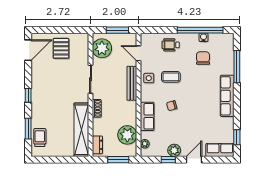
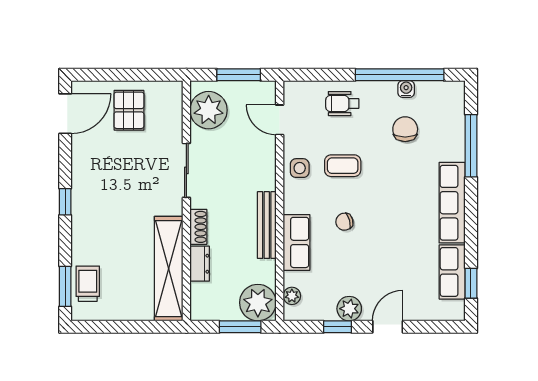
bench: (132, 83) -> (267, 225), moved
window: (28, 129) -> (65, 286), moved
plant: (127, 135) -> (258, 303), moved
dresser: (97, 145) -> (200, 264), moved
row of seats: (220, 150) -> (452, 272), moved, turned -90

